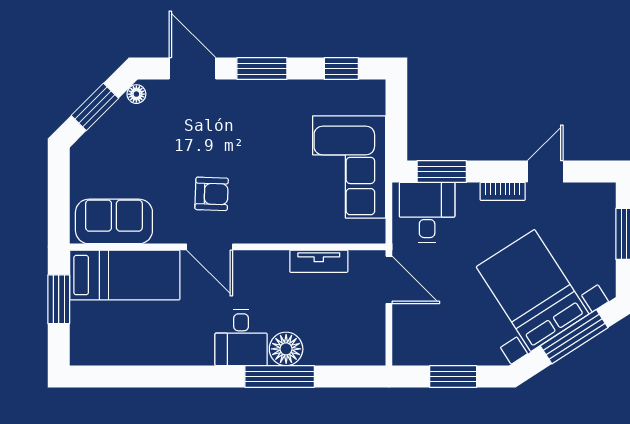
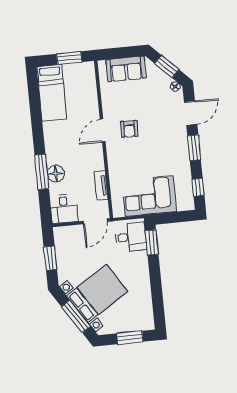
door: (545, 172) -> (157, 294), removed
bookcase: (503, 191) -> (145, 274), removed
sofa: (114, 221) -> (126, 69), moved, turned 90
bed: (125, 275) -> (52, 93), moved
desk: (241, 338) -> (64, 209), moved, turned -90

